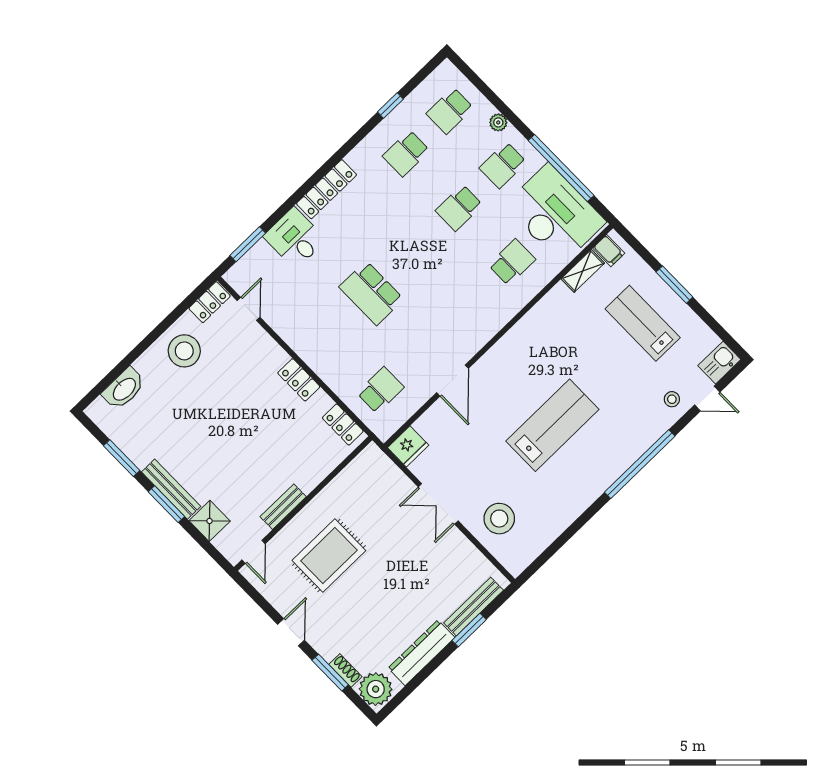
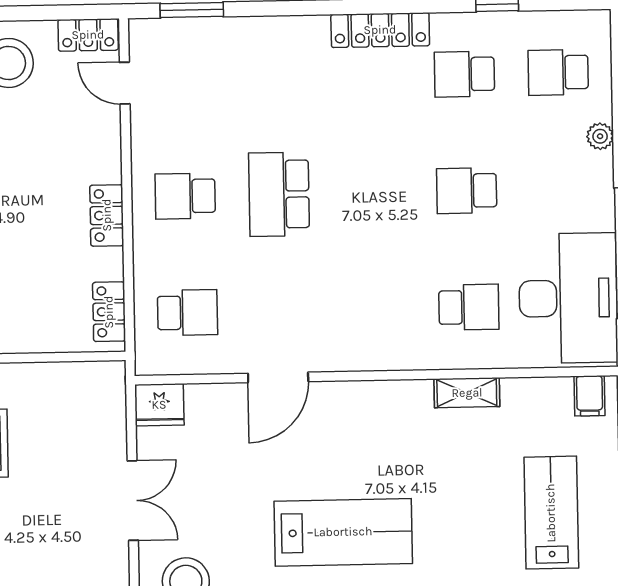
school desk: (503, 165) -> (185, 196), moved
locker: (327, 189) -> (380, 30), moved
desk: (295, 238) -> (251, 52), removed
shelving: (583, 271) -> (467, 393), moved
door: (248, 309) -> (125, 83), swing flipped
double door: (438, 504) -> (133, 501), swing flipped

